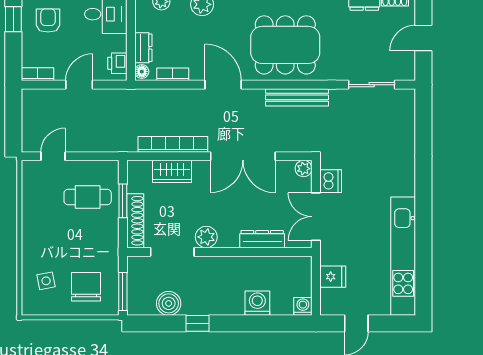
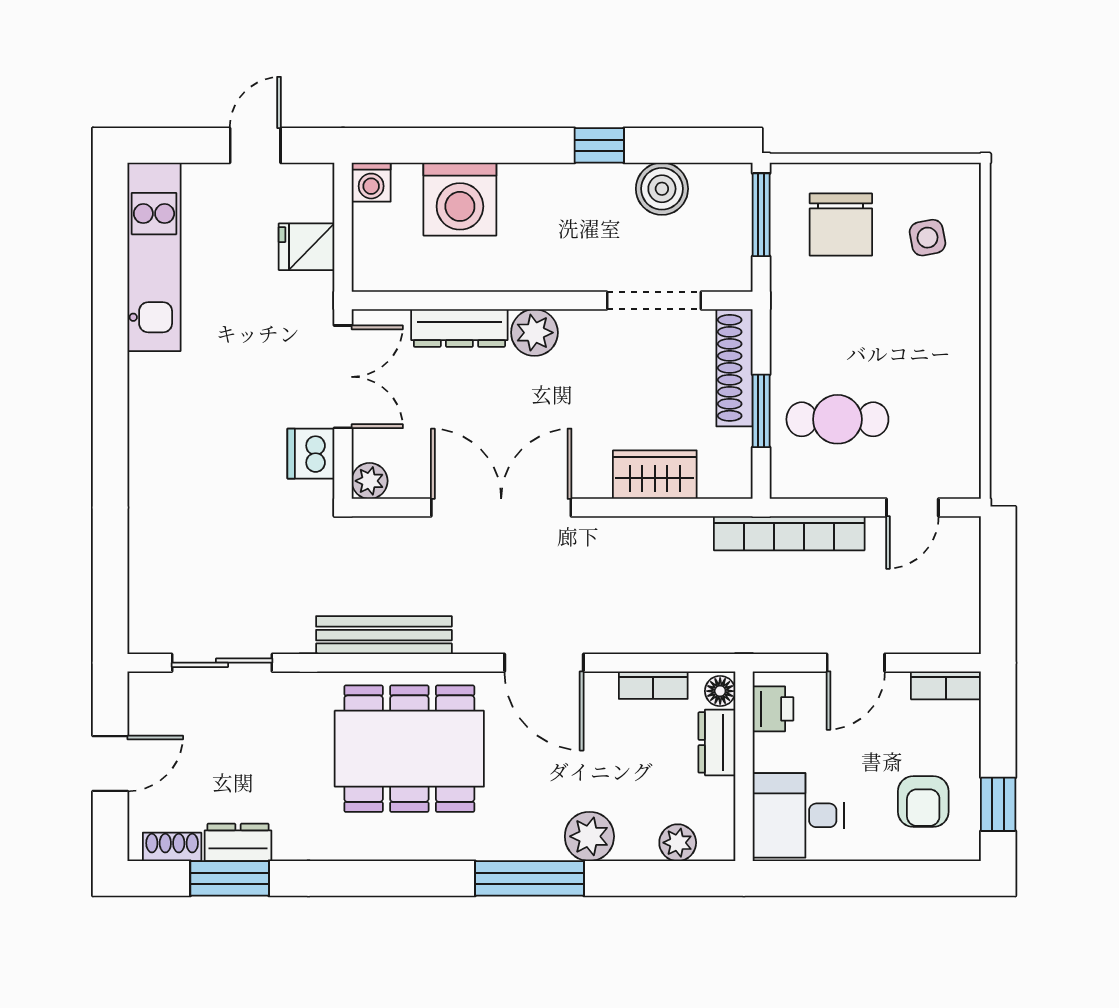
bookcase: (173, 144) -> (789, 533), moved
plant: (206, 237) -> (534, 333), moved
kitchen unit: (403, 256) -> (154, 257), width x0.73
washing machine: (257, 303) -> (460, 199), width x1.37, depth x1.37

